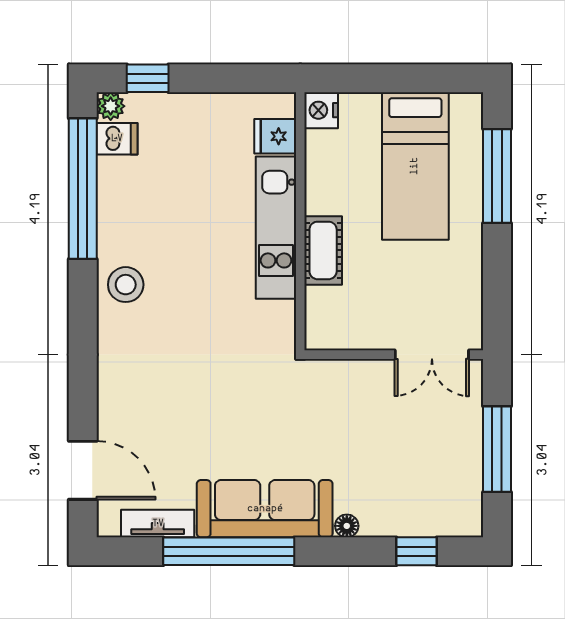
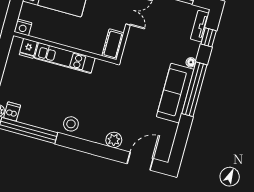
cot: (323, 250) -> (113, 44), moved, turned 90
plant: (116, 395) -> (114, 140), added
tv unit: (158, 524) -> (200, 26), moved
window: (229, 551) -> (194, 89), moved

